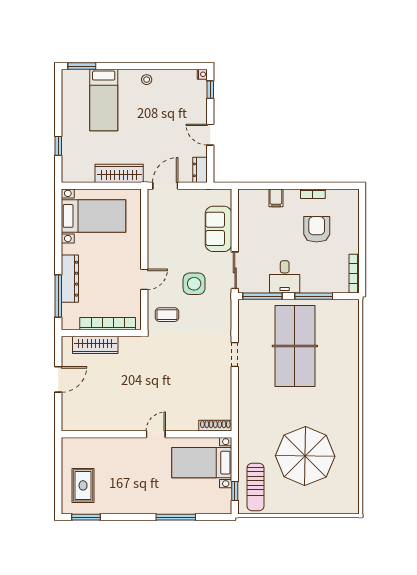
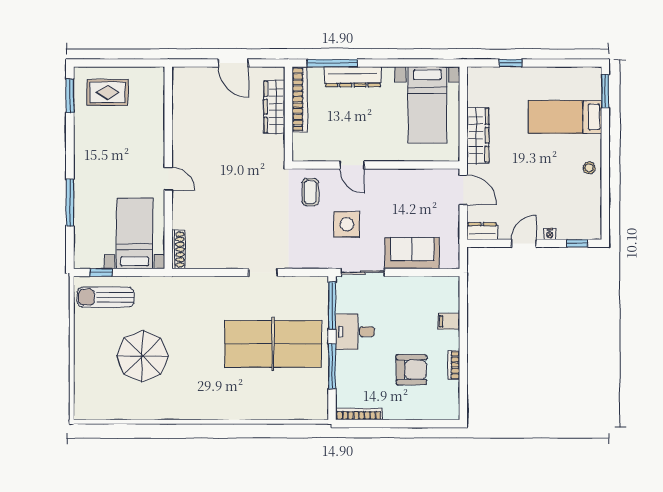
nightstand: (202, 74) -> (550, 234), moved
bookcase: (108, 324) -> (300, 100), moved
parasol: (305, 456) -> (142, 356), width x0.73, depth x0.73

